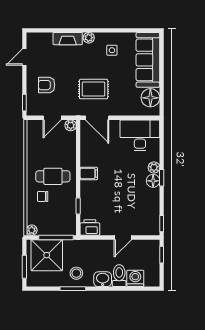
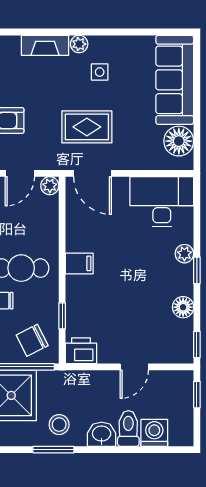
side table: (112, 50) -> (100, 72), moved
floor lamp: (153, 181) -> (183, 307), moved
chair: (60, 221) -> (32, 340), added

